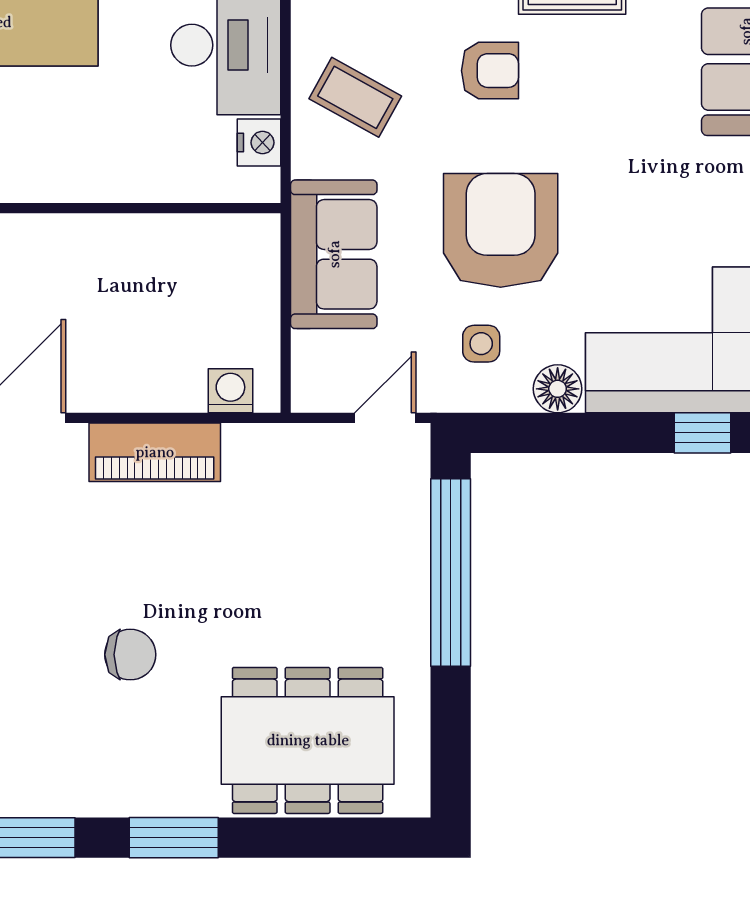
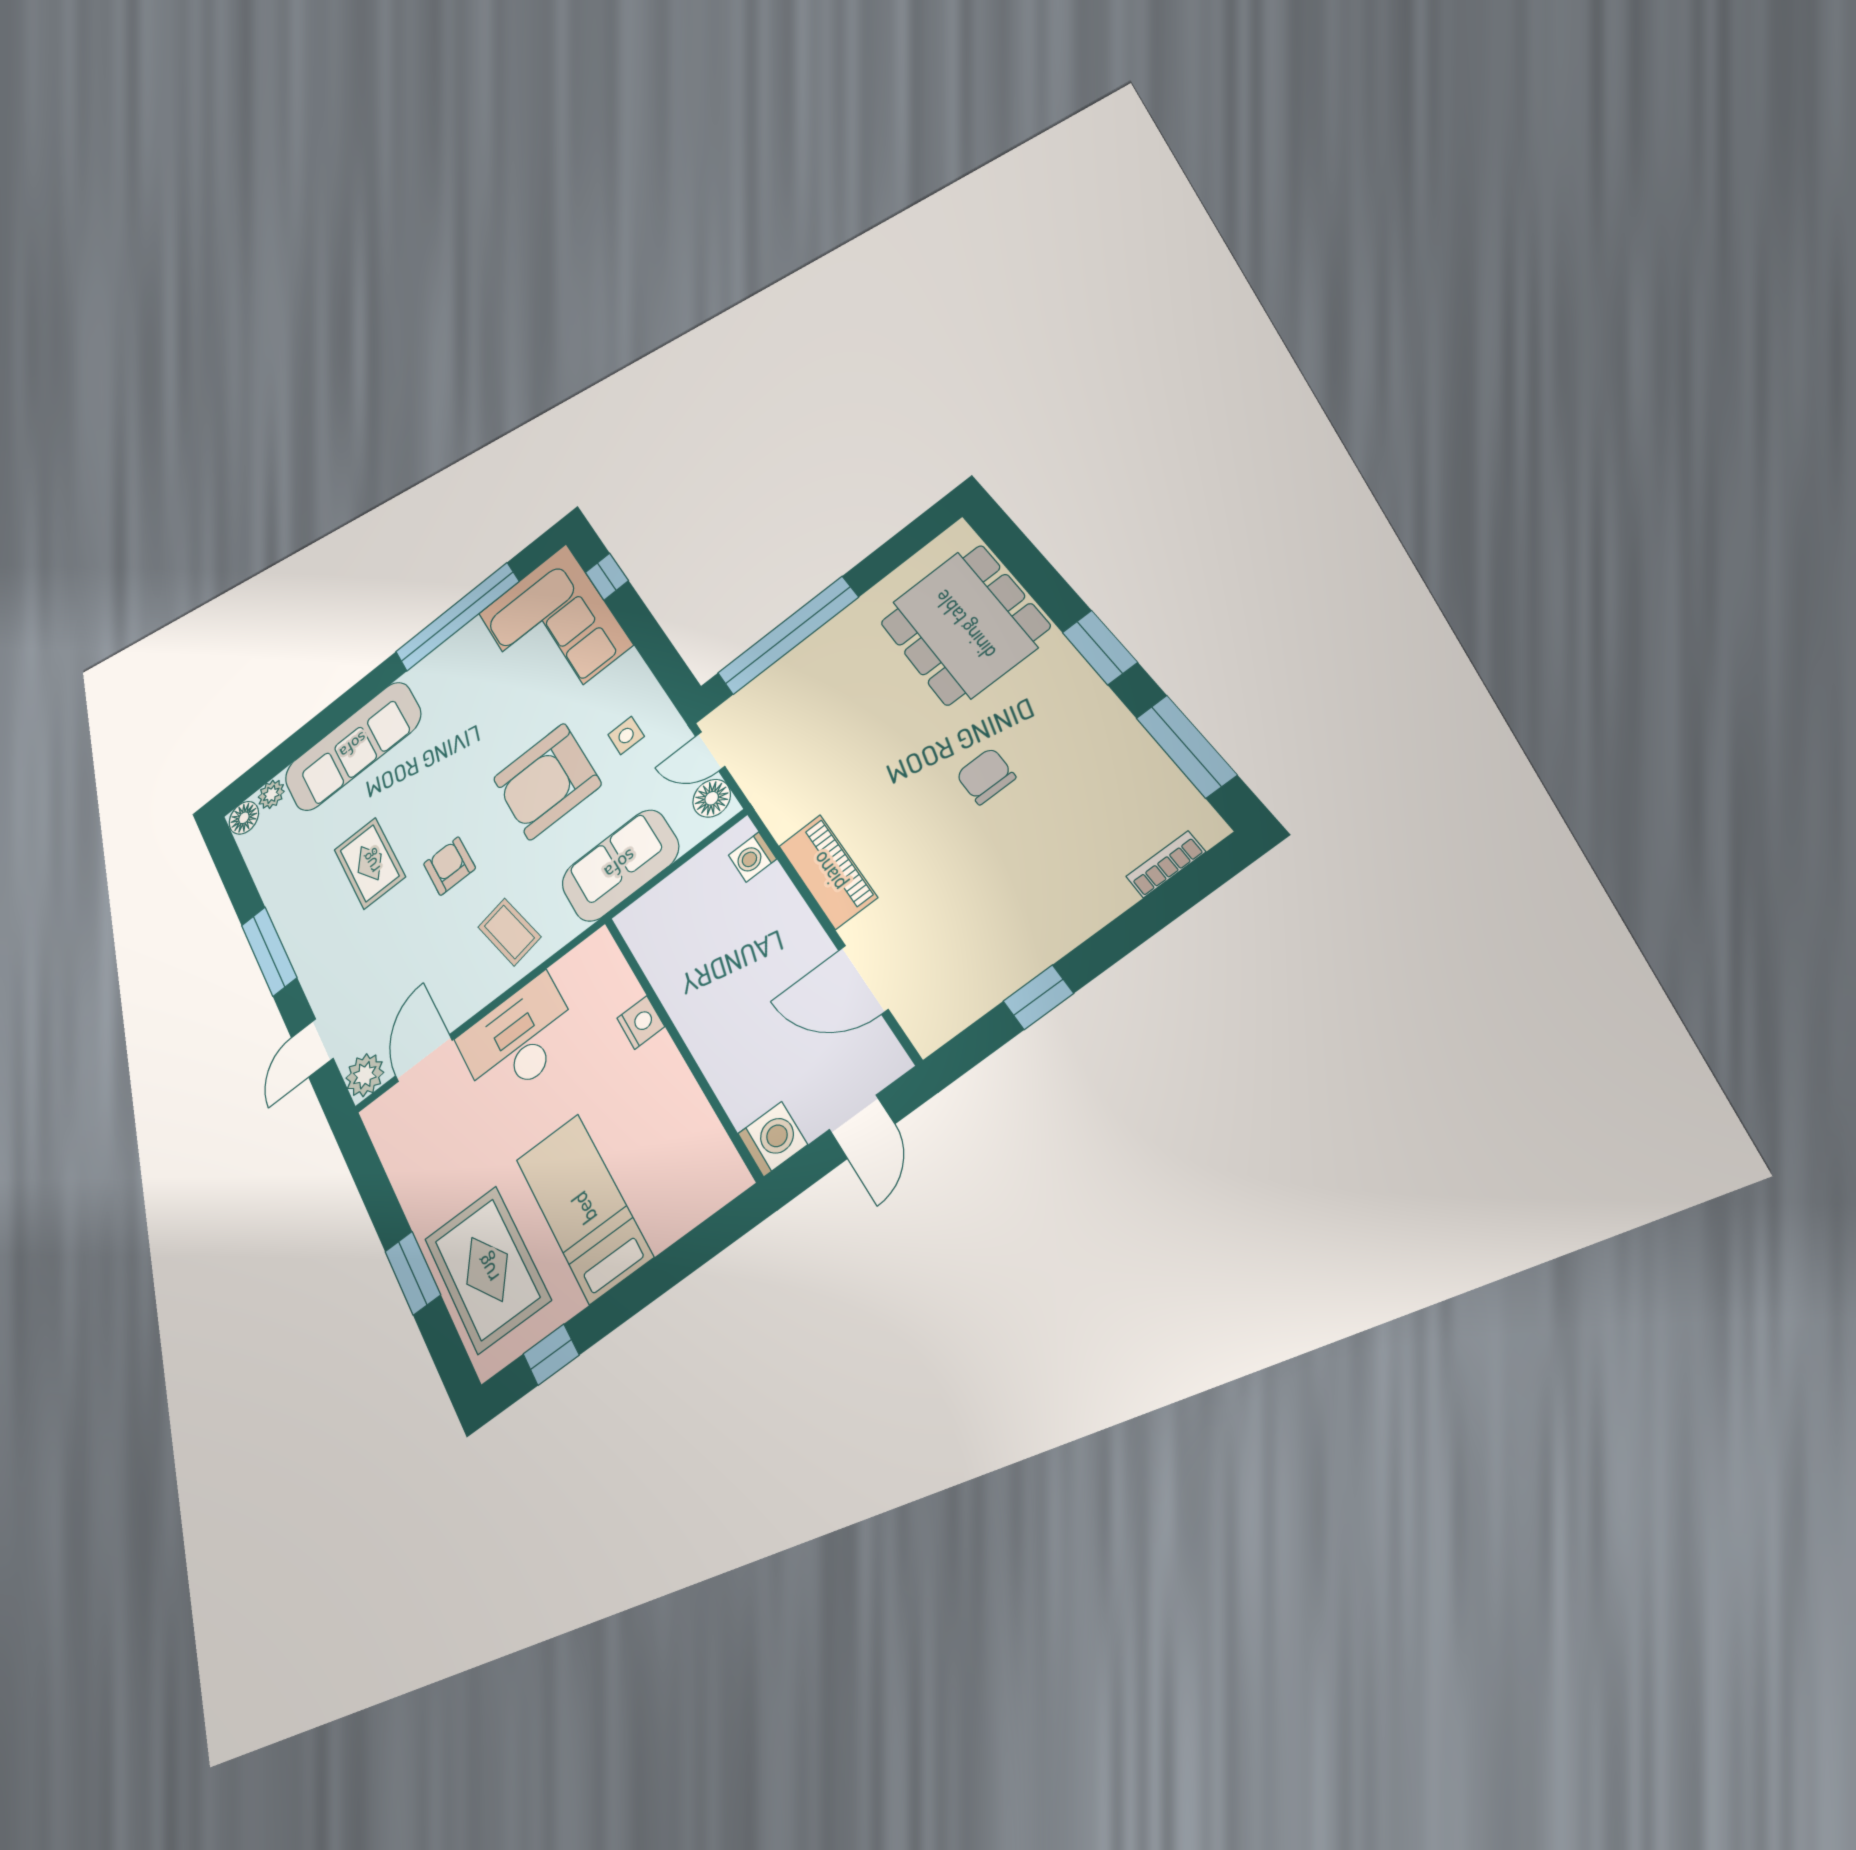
coffee table: (355, 97) -> (509, 932), turned -41
nightstand: (259, 143) -> (641, 1022), moved, turned 90
floor lamp: (558, 389) -> (712, 798), moved

